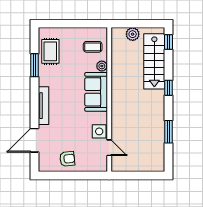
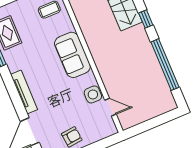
plant: (102, 66) -> (67, 26), removed
window: (169, 132) -> (165, 65), width x2.11

